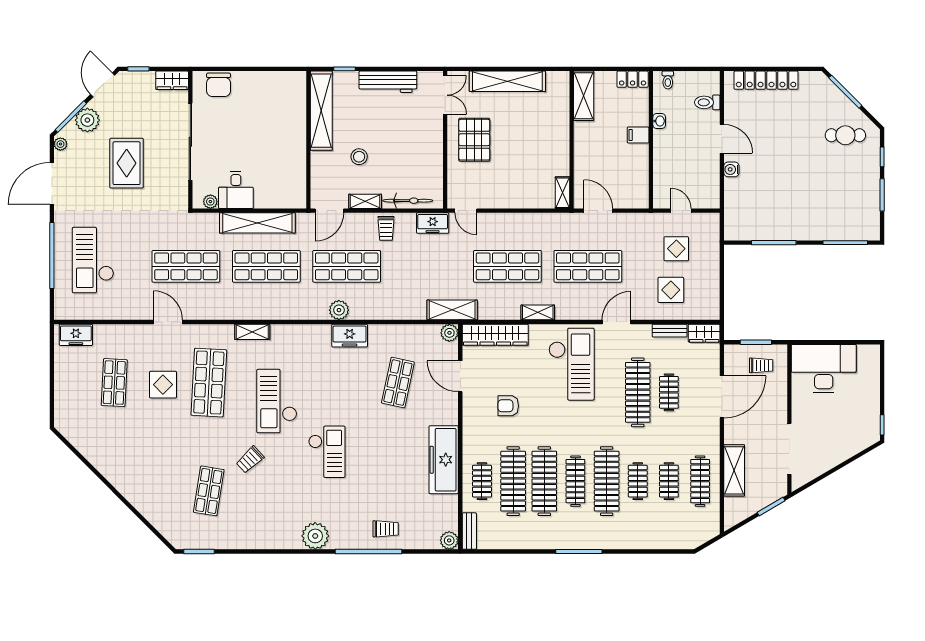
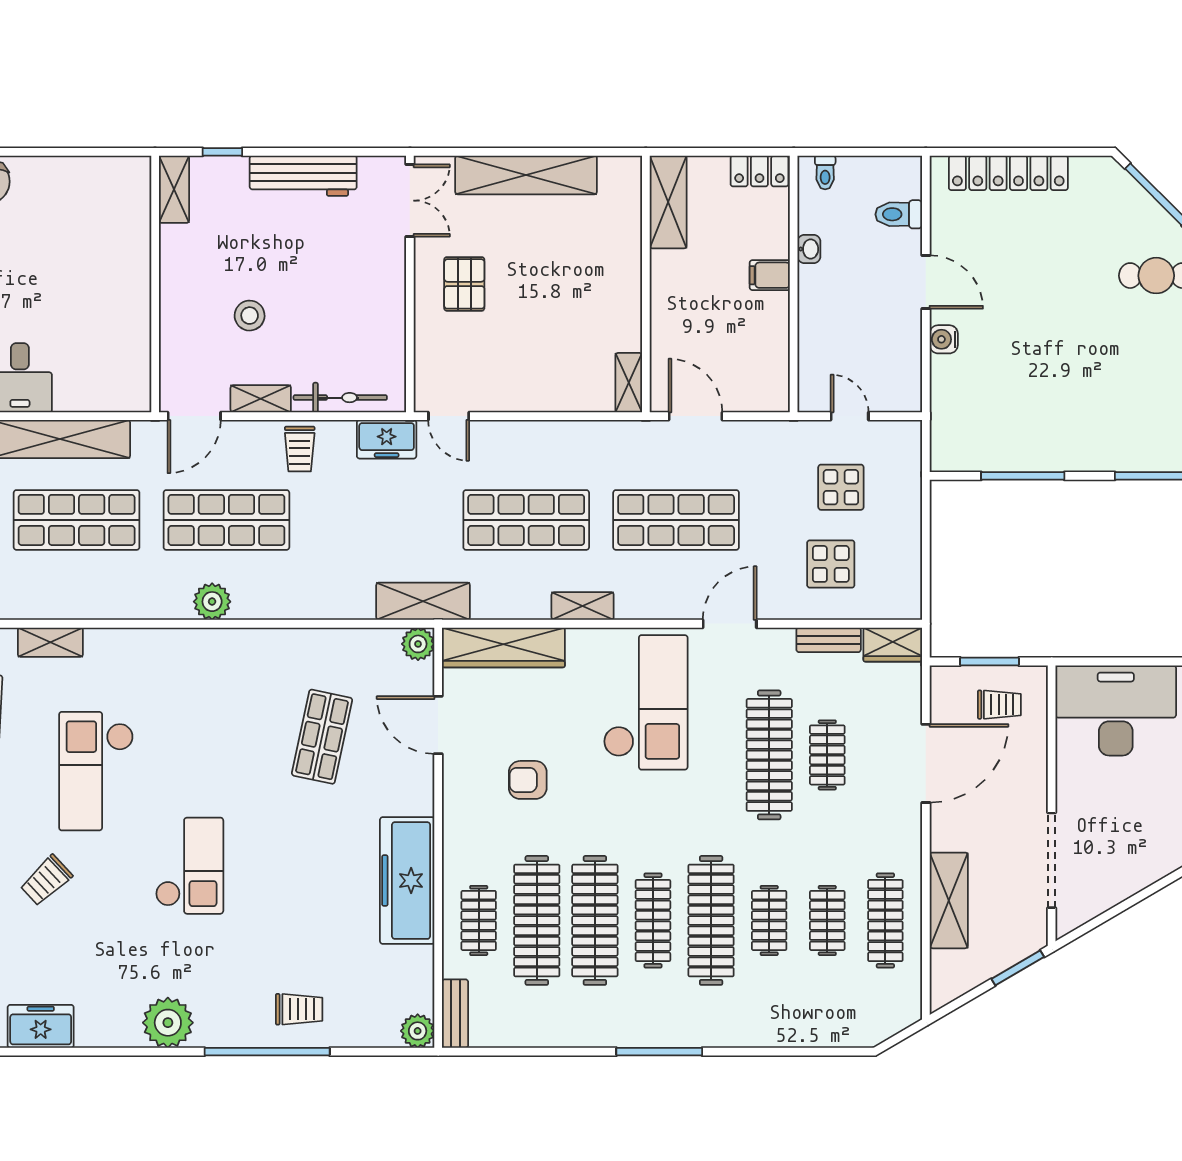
shelving: (321, 111) -> (174, 189), width x0.45, depth x0.75
pallet: (474, 140) -> (464, 284), width x0.67, depth x0.71
freezer: (350, 336) -> (41, 1026), moved, turned 180

